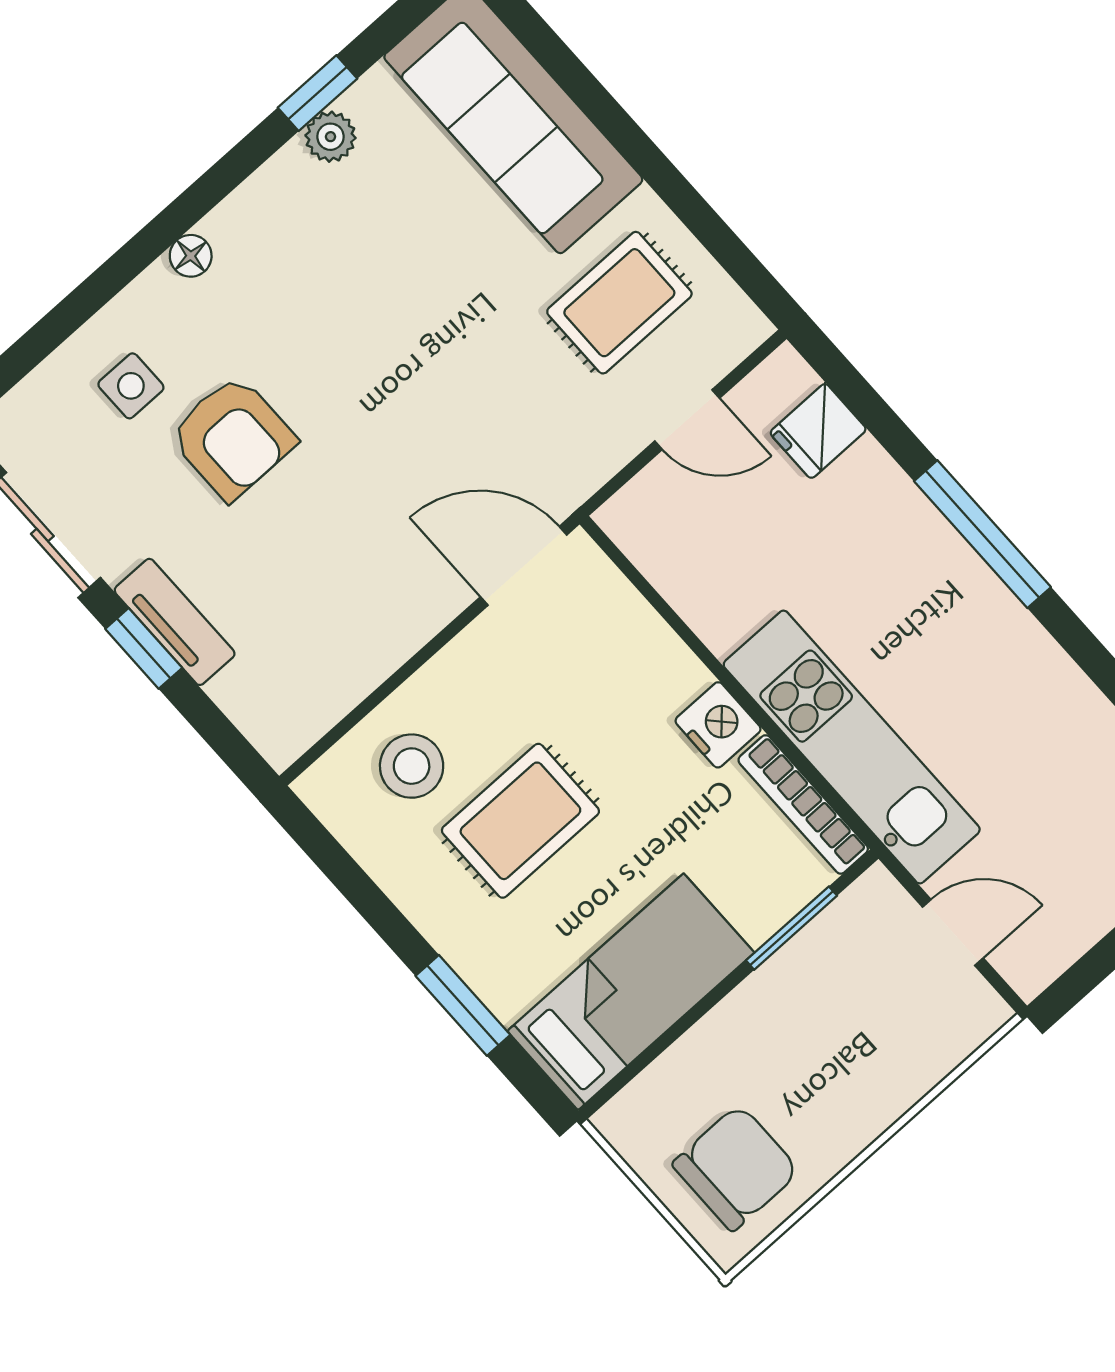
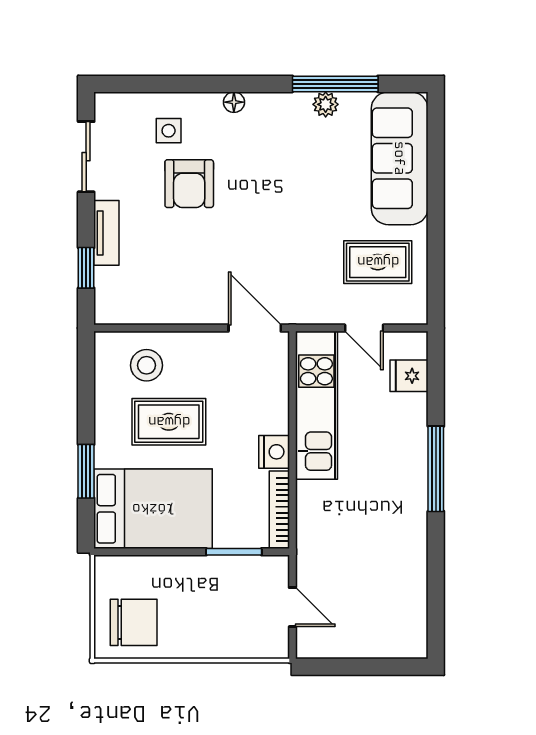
window: (318, 93) -> (335, 84), width x2.17
window: (144, 648) -> (86, 268), moved
kitchen unit: (852, 747) -> (316, 405), moved
bed: (631, 992) -> (153, 509), width x1.50

